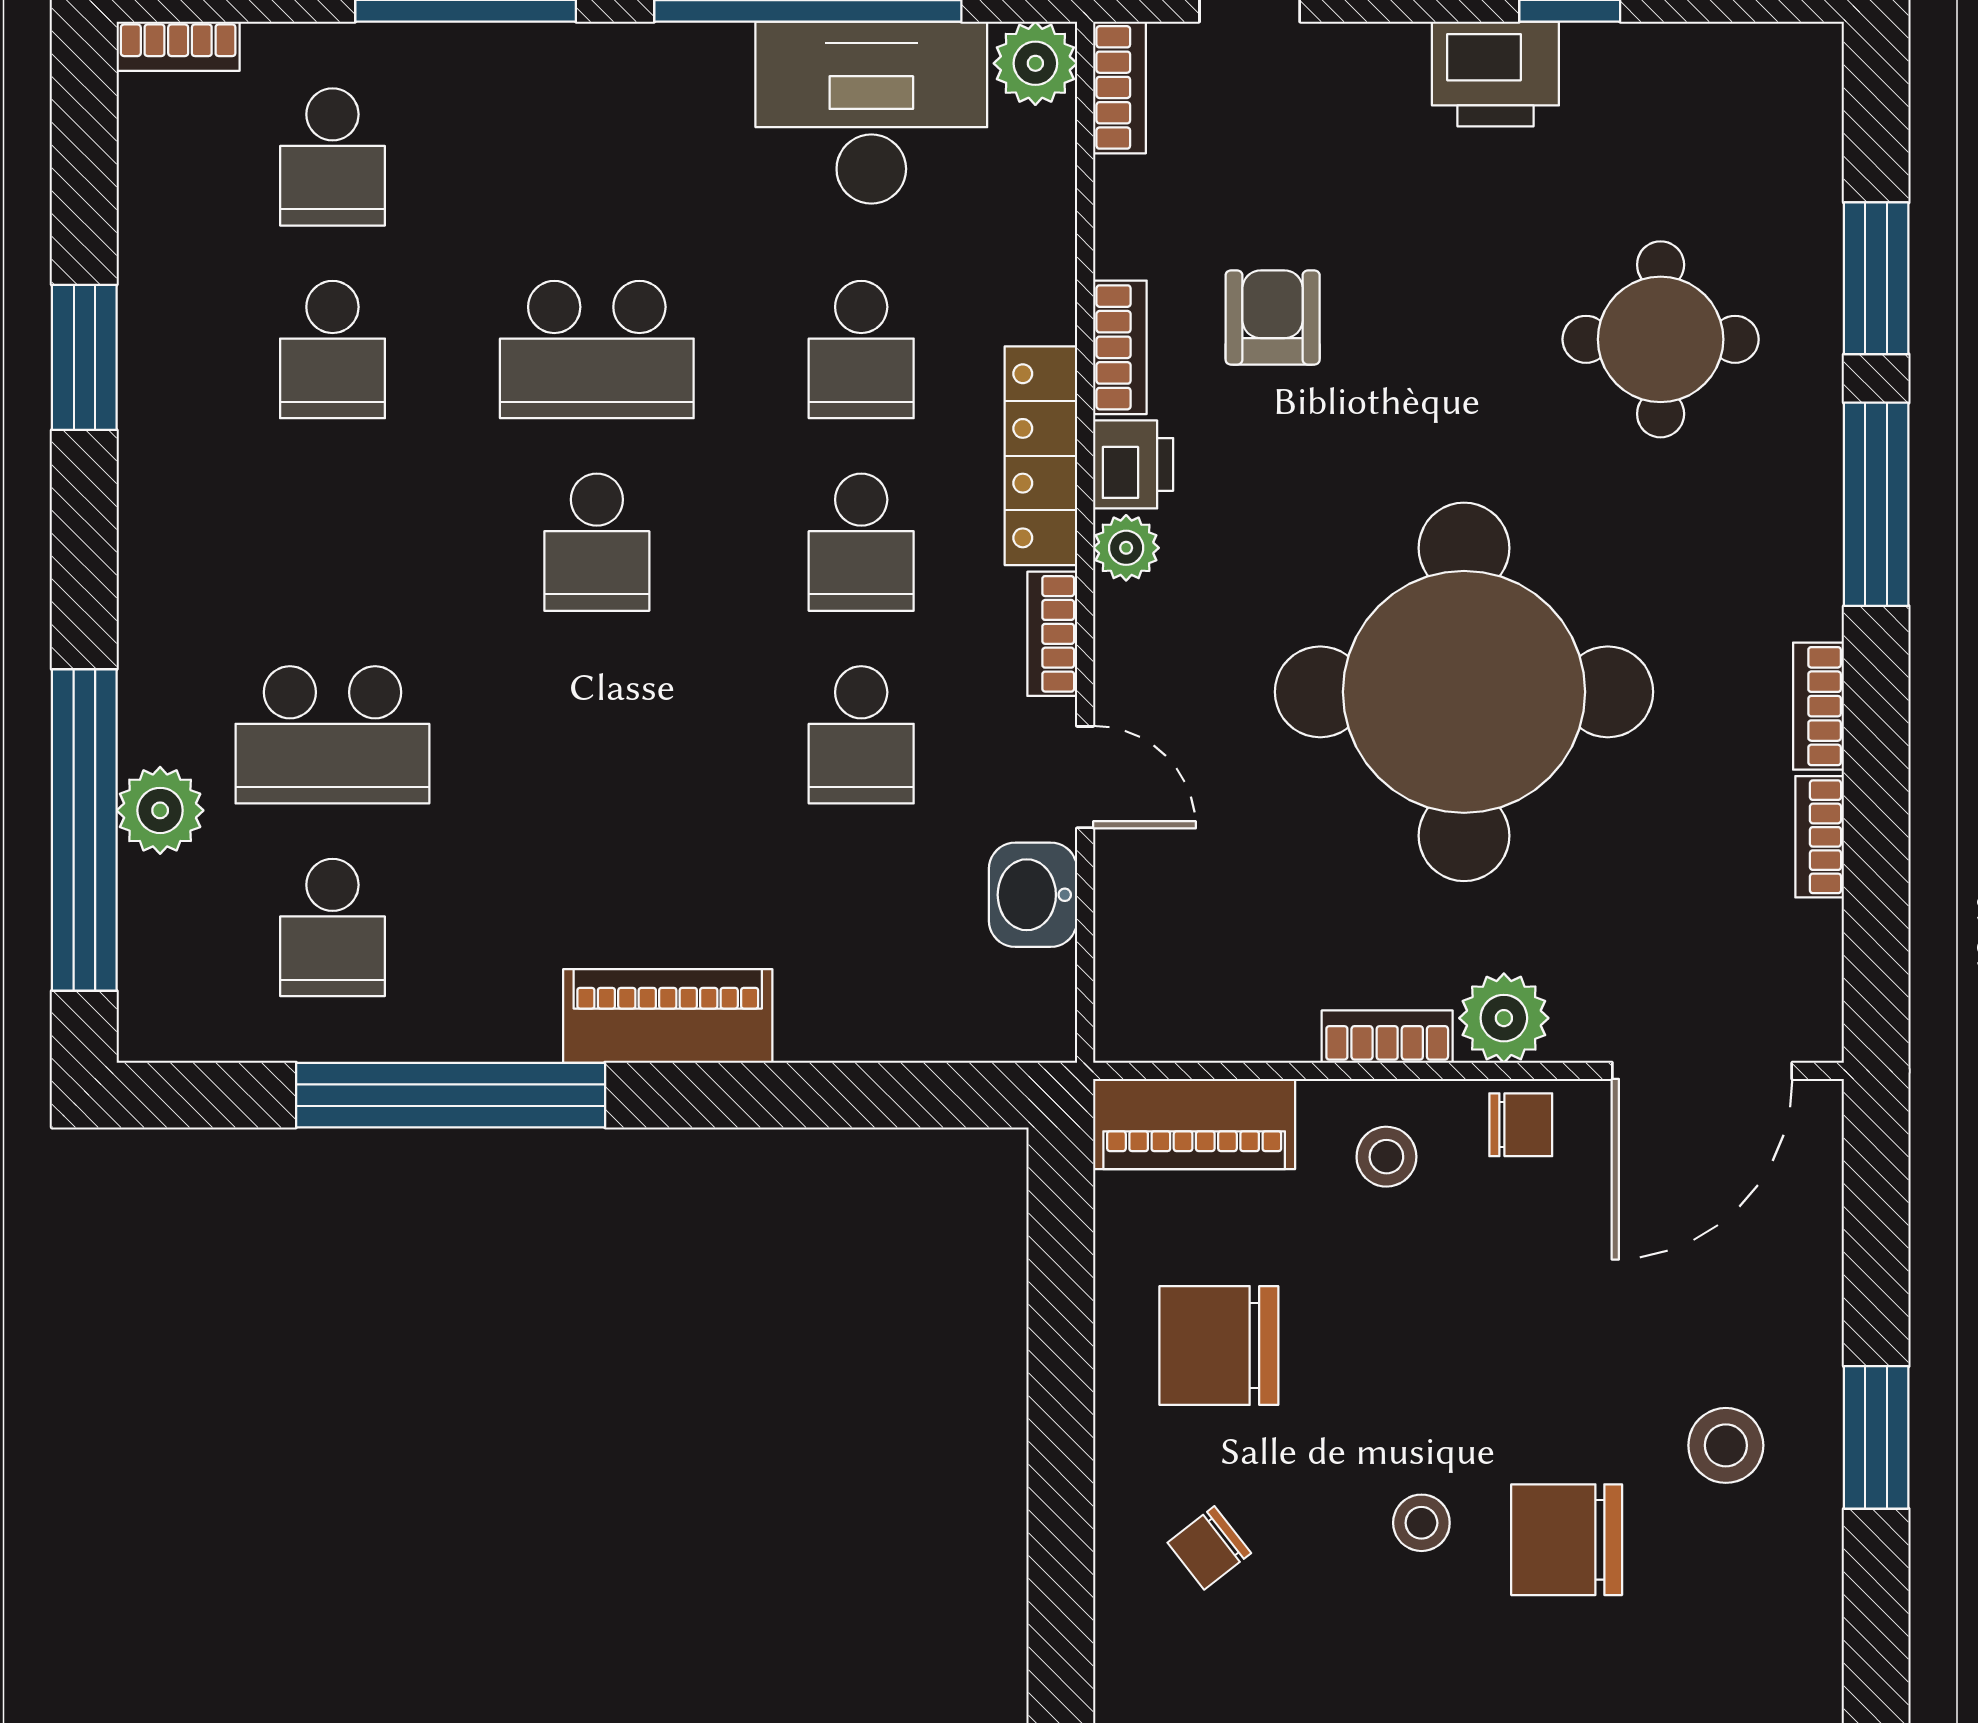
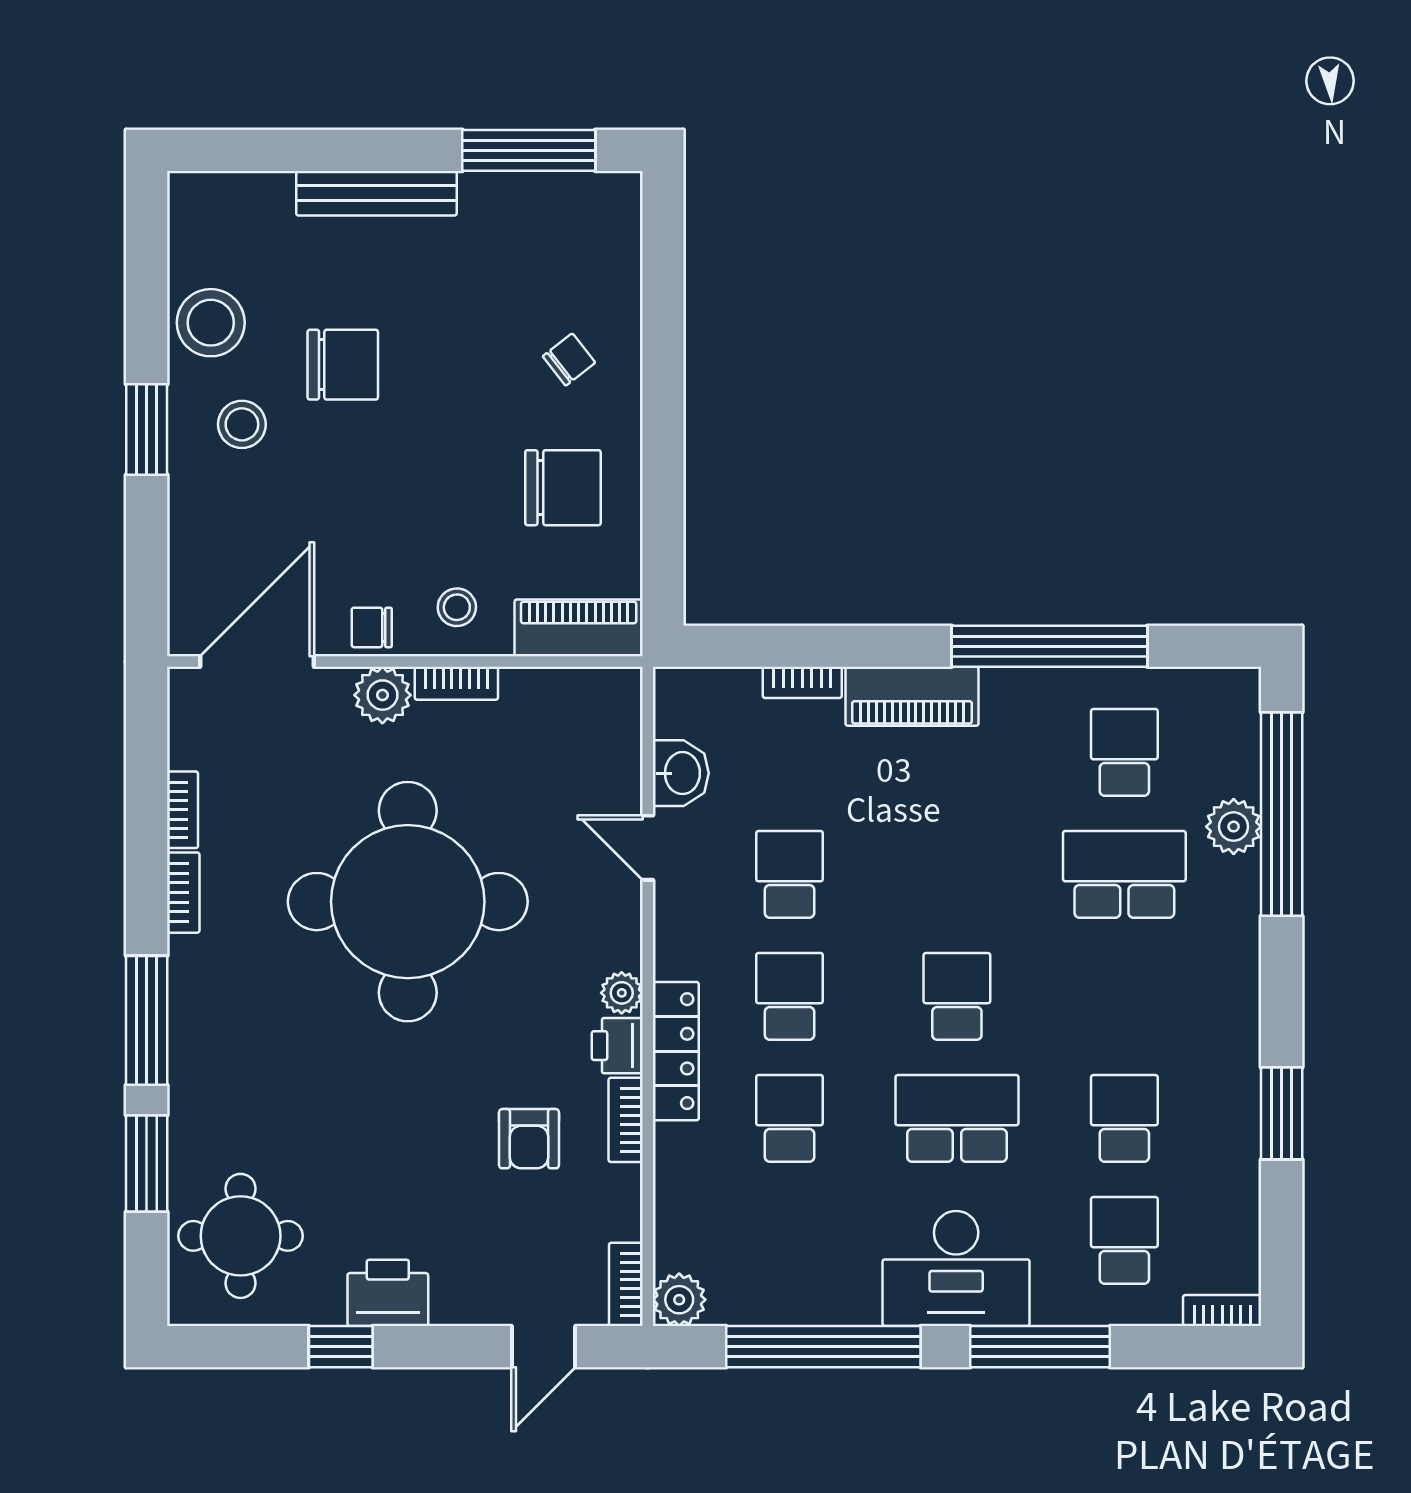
desk: (871, 113) -> (956, 1268), moved
round table: (1661, 339) -> (241, 1236), moved
bookcase: (1052, 634) -> (802, 682), moved, turned 90
stool: (1421, 1523) -> (211, 323), moved, width x1.89, depth x1.89

